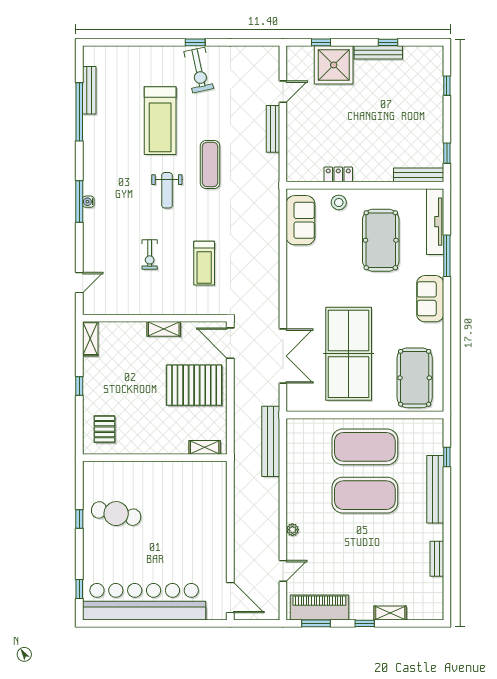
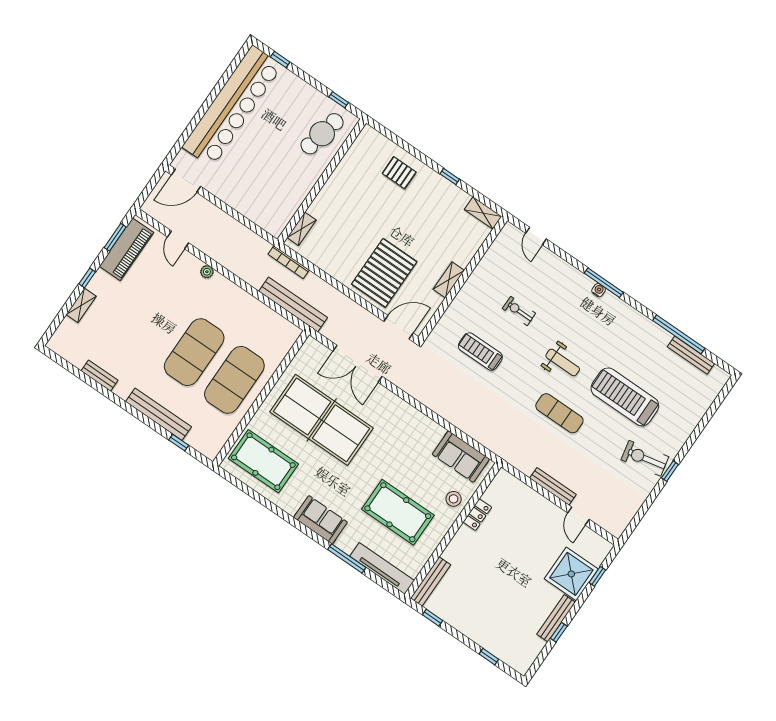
weight bench: (167, 190) -> (563, 362), turned 180
shelving: (205, 447) -> (302, 229), moved
wall: (155, 458) -> (322, 181), moved
bookcase: (239, 469) -> (289, 262), added

